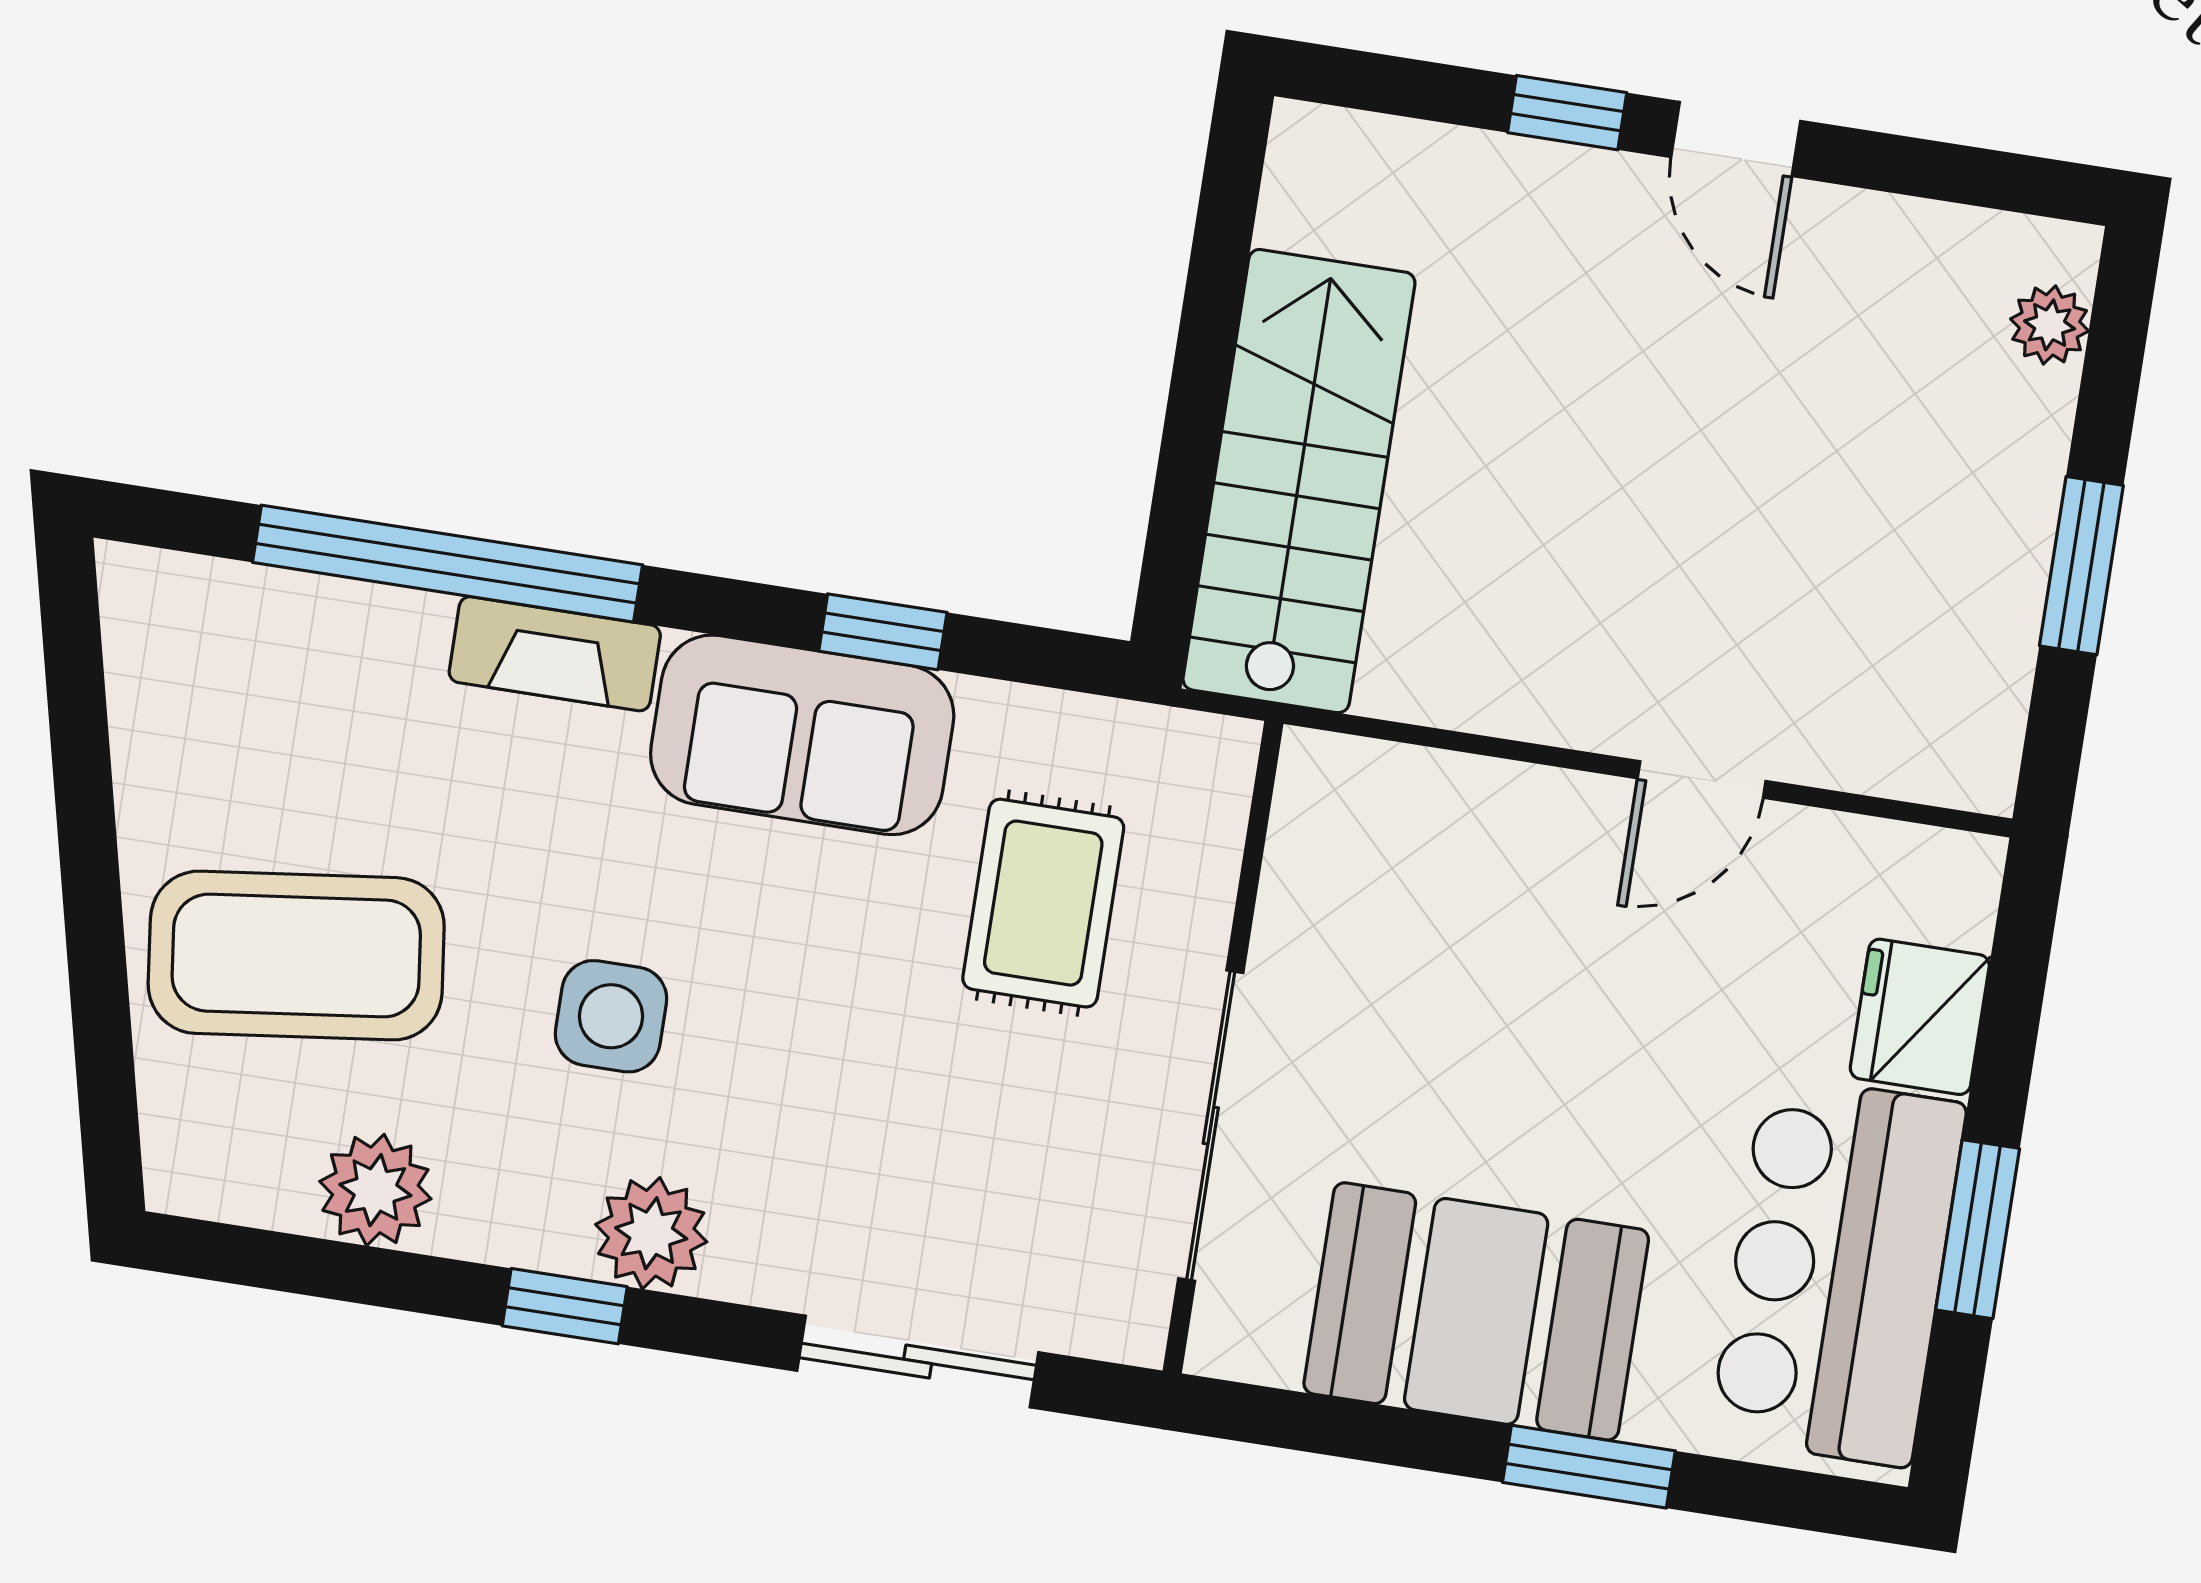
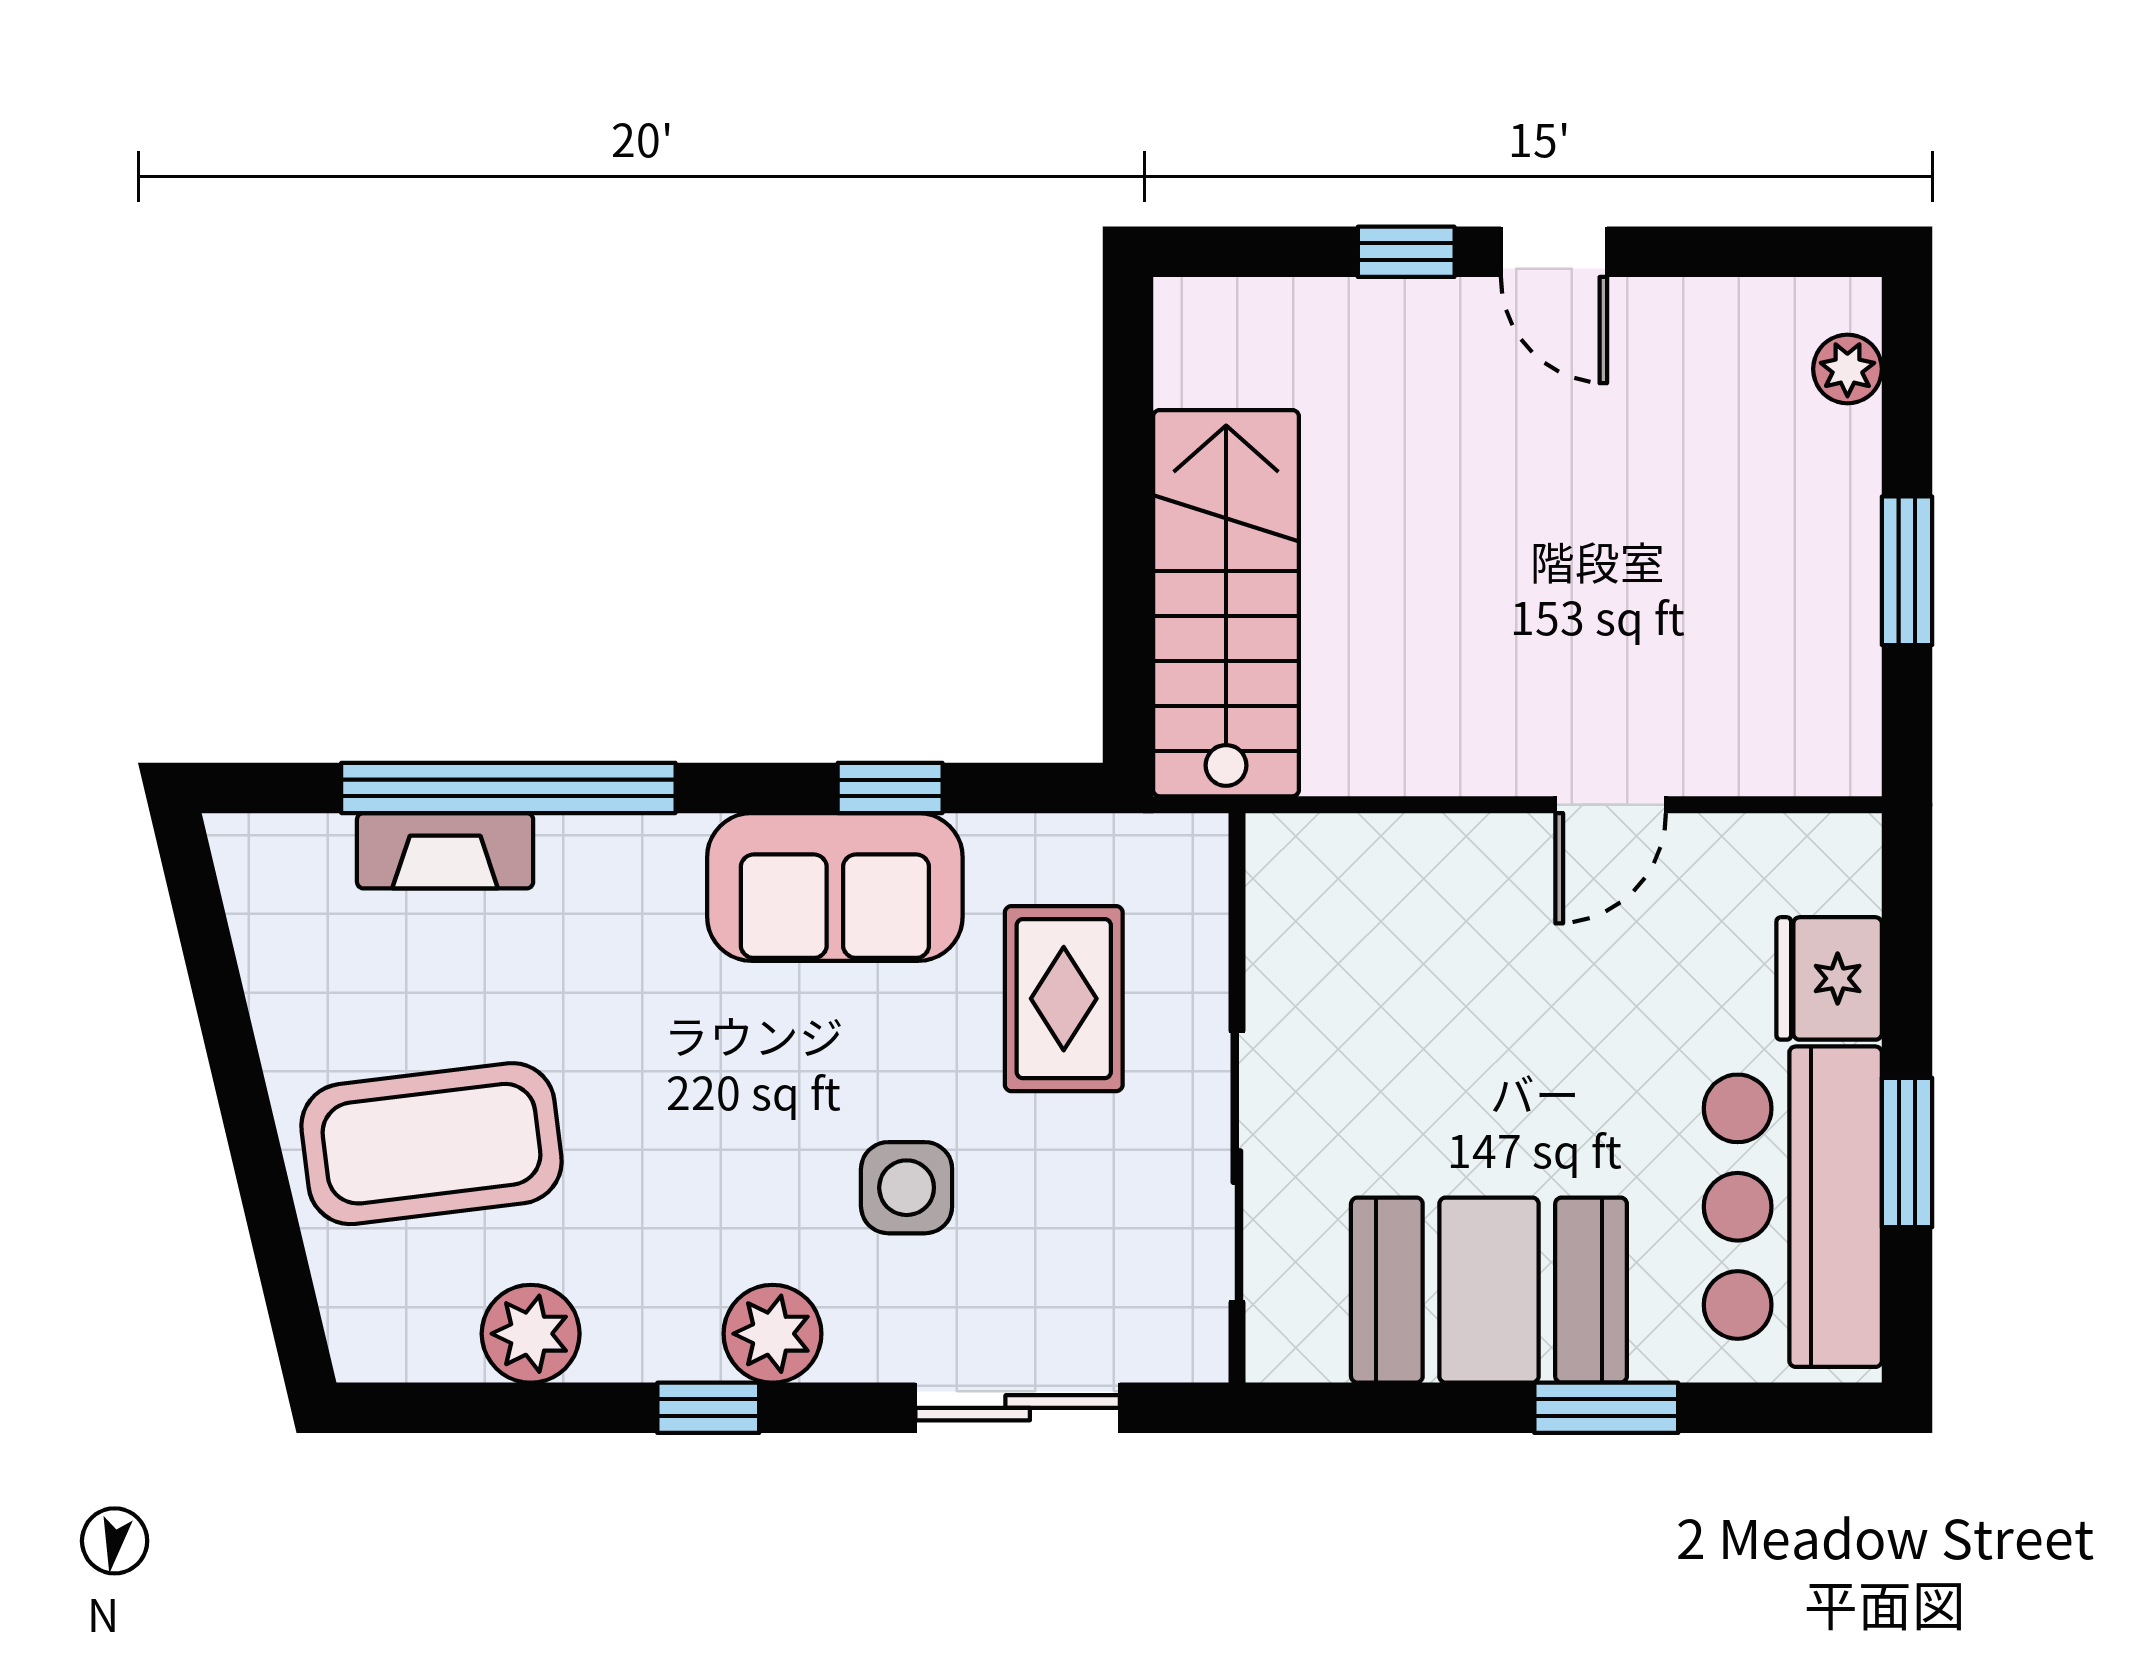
fireplace: (555, 654) -> (445, 851), moved
side table: (611, 1016) -> (907, 1188), moved

